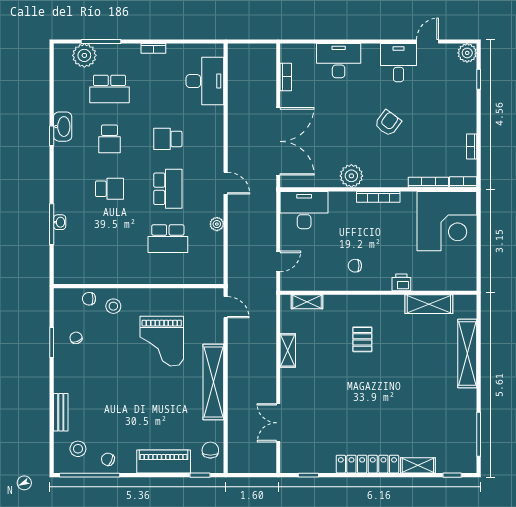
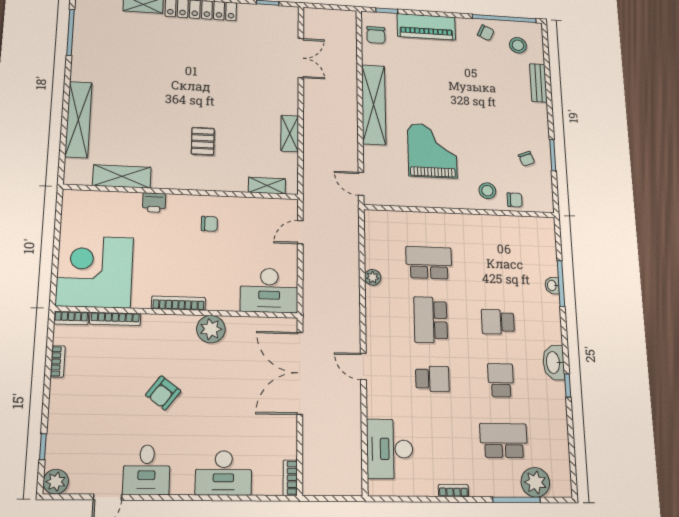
bookcase: (286, 77) -> (290, 478), moved
washbasin: (63, 127) -> (554, 363), moved
door: (226, 183) -> (363, 366), moved

